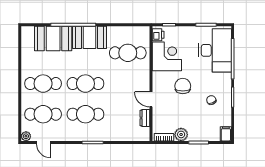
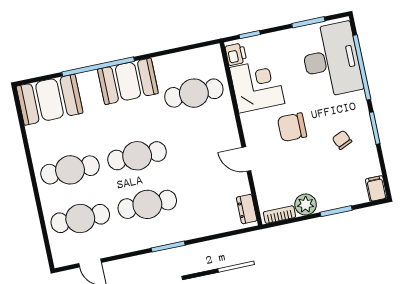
booth: (53, 38) -> (50, 100), moved
chair: (183, 86) -> (292, 127), turned -90
dresser: (145, 118) -> (247, 209), moved
plant: (26, 136) -> (60, 259), removed

